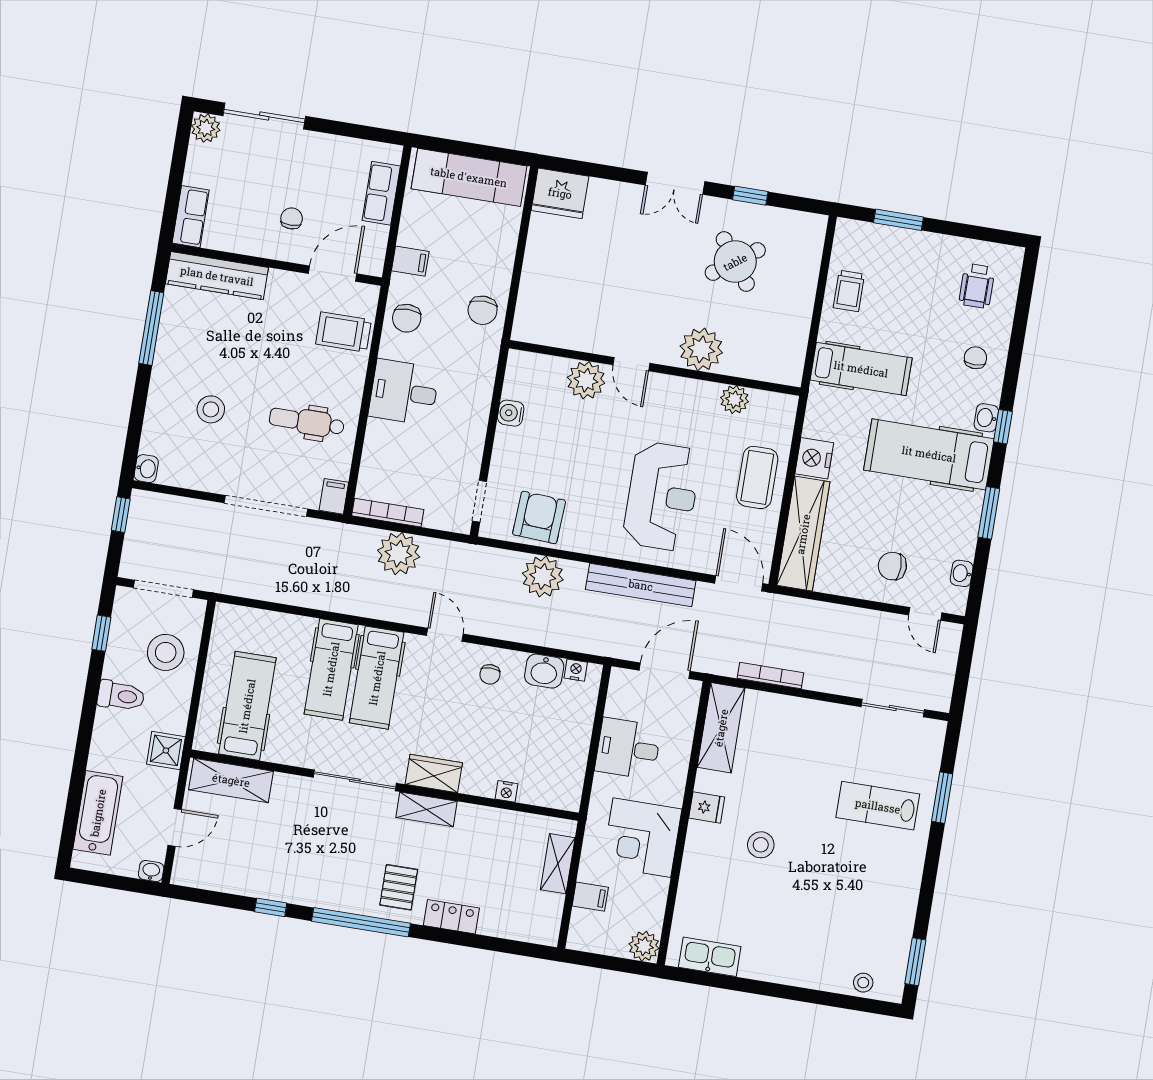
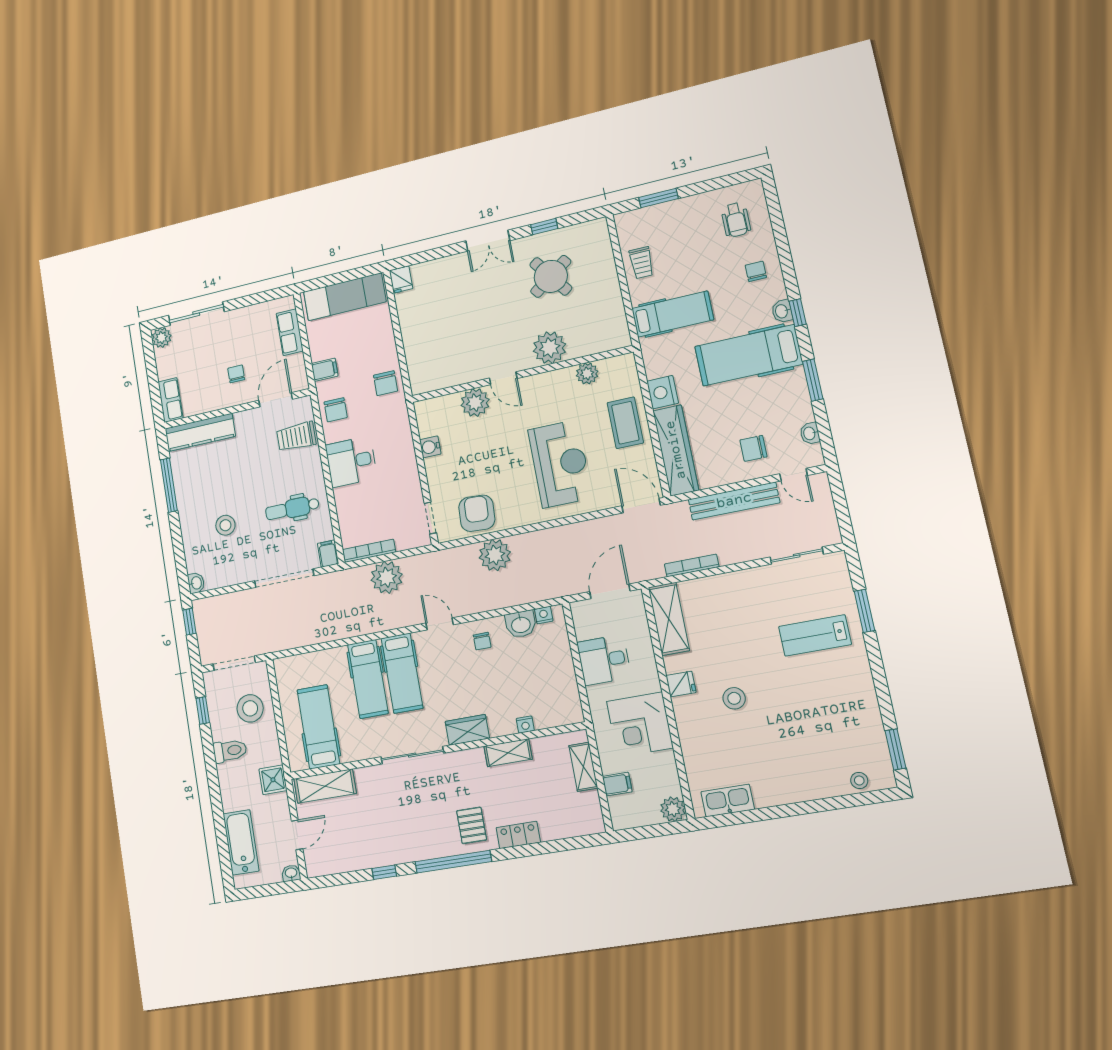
fridge: (560, 193) -> (401, 280), width x0.53, depth x0.75
bench: (641, 585) -> (734, 501), moved
shelving: (427, 809) -> (508, 753), moved

